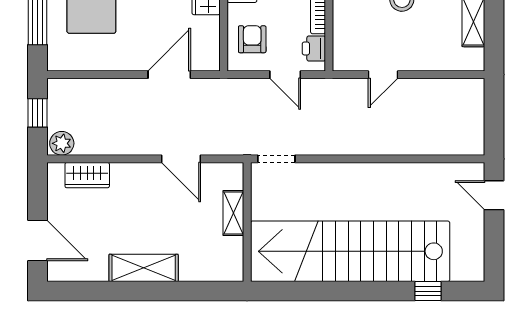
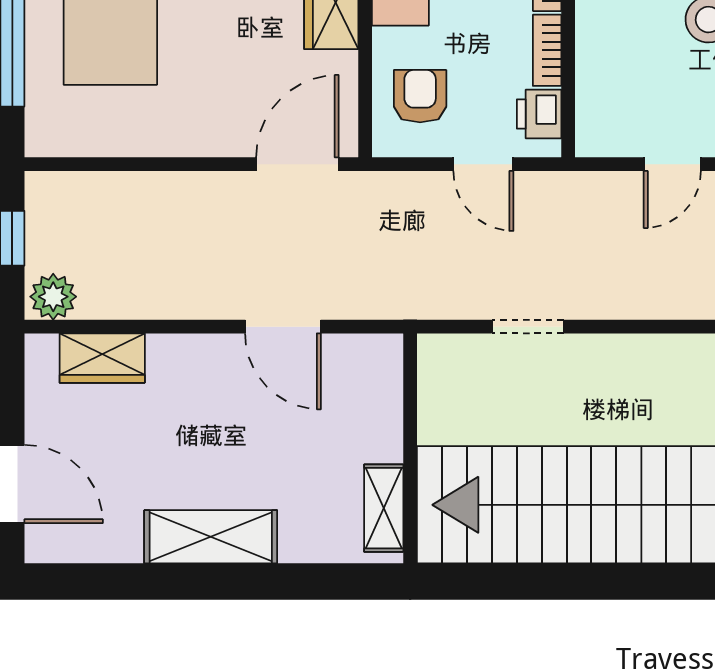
door: (169, 75) -> (297, 164), moved
doorway: (276, 159) -> (528, 327), moved
shelving: (233, 213) -> (384, 508), moved

